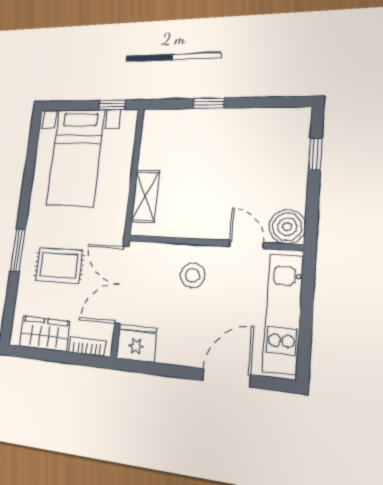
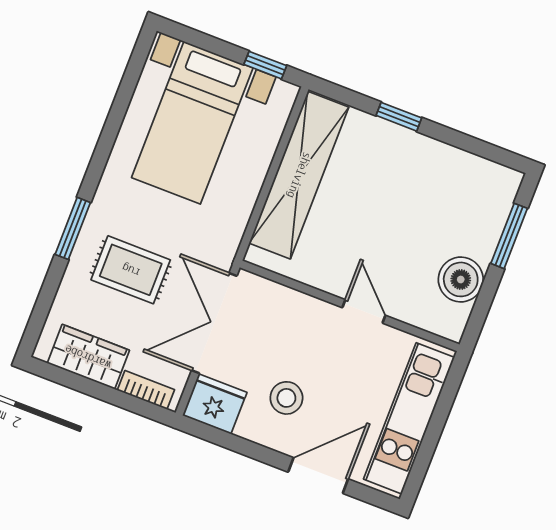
window: (315, 154) -> (509, 236), width x1.50
shelving: (145, 196) -> (299, 175), width x2.20, depth x1.33
boiler: (287, 227) -> (461, 279), moved
door: (246, 245) -> (364, 311), moved
stool: (193, 275) -> (286, 398), moved

